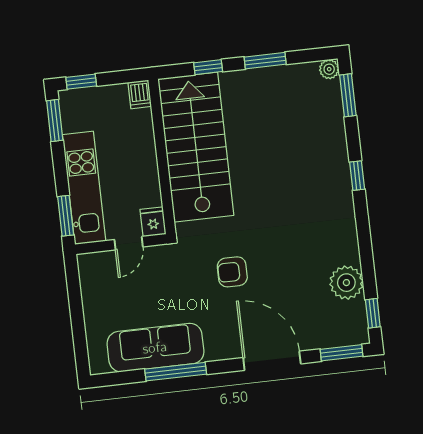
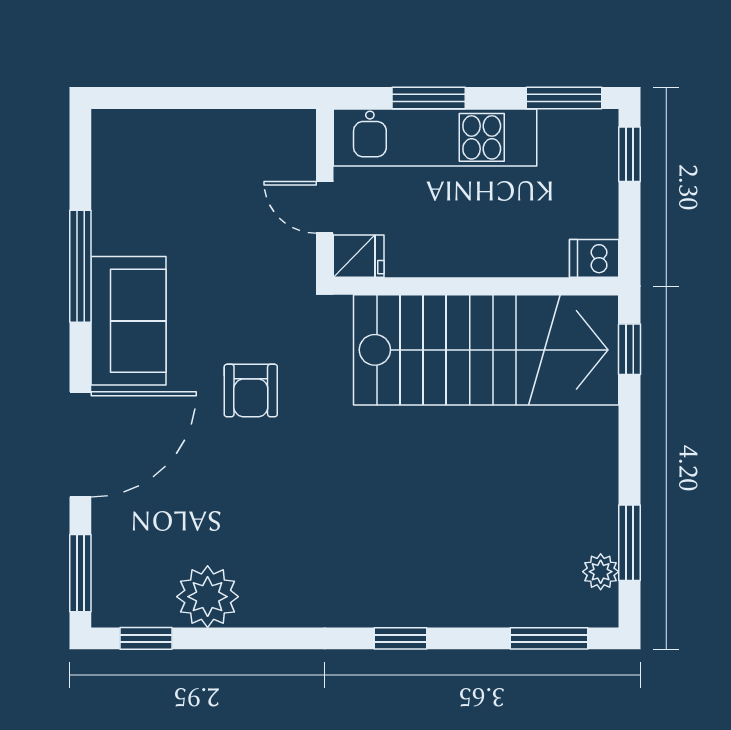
window: (265, 61) -> (629, 543), moved
window: (208, 67) -> (629, 349), moved
plant: (329, 69) -> (601, 572), moved
window: (66, 216) -> (429, 98), moved
armchair: (232, 272) -> (251, 390), turned 180
sofa: (155, 348) -> (129, 321), moved, width x0.73

